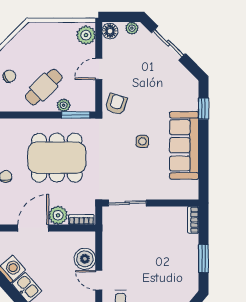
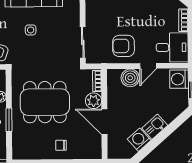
window: (76, 115) -> (9, 120), moved
dining table: (57, 158) -> (45, 102), turned 90
armchair: (123, 251) -> (124, 46), added

